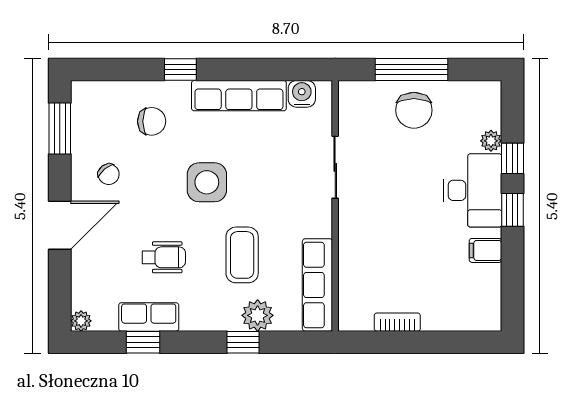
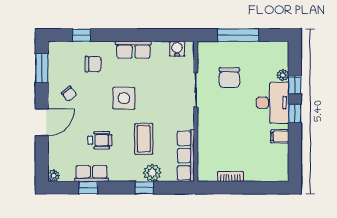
window: (180, 69) -> (82, 35), moved
row of seats: (239, 96) -> (133, 50), width x0.68
chair: (414, 110) -> (229, 78), moved

